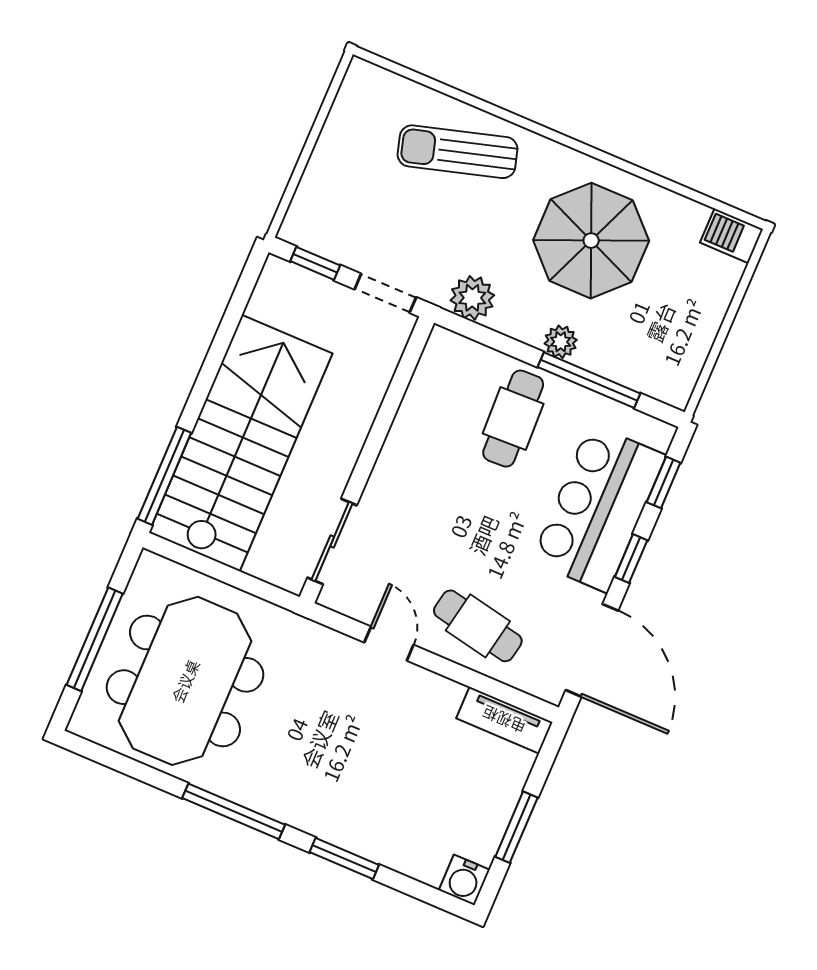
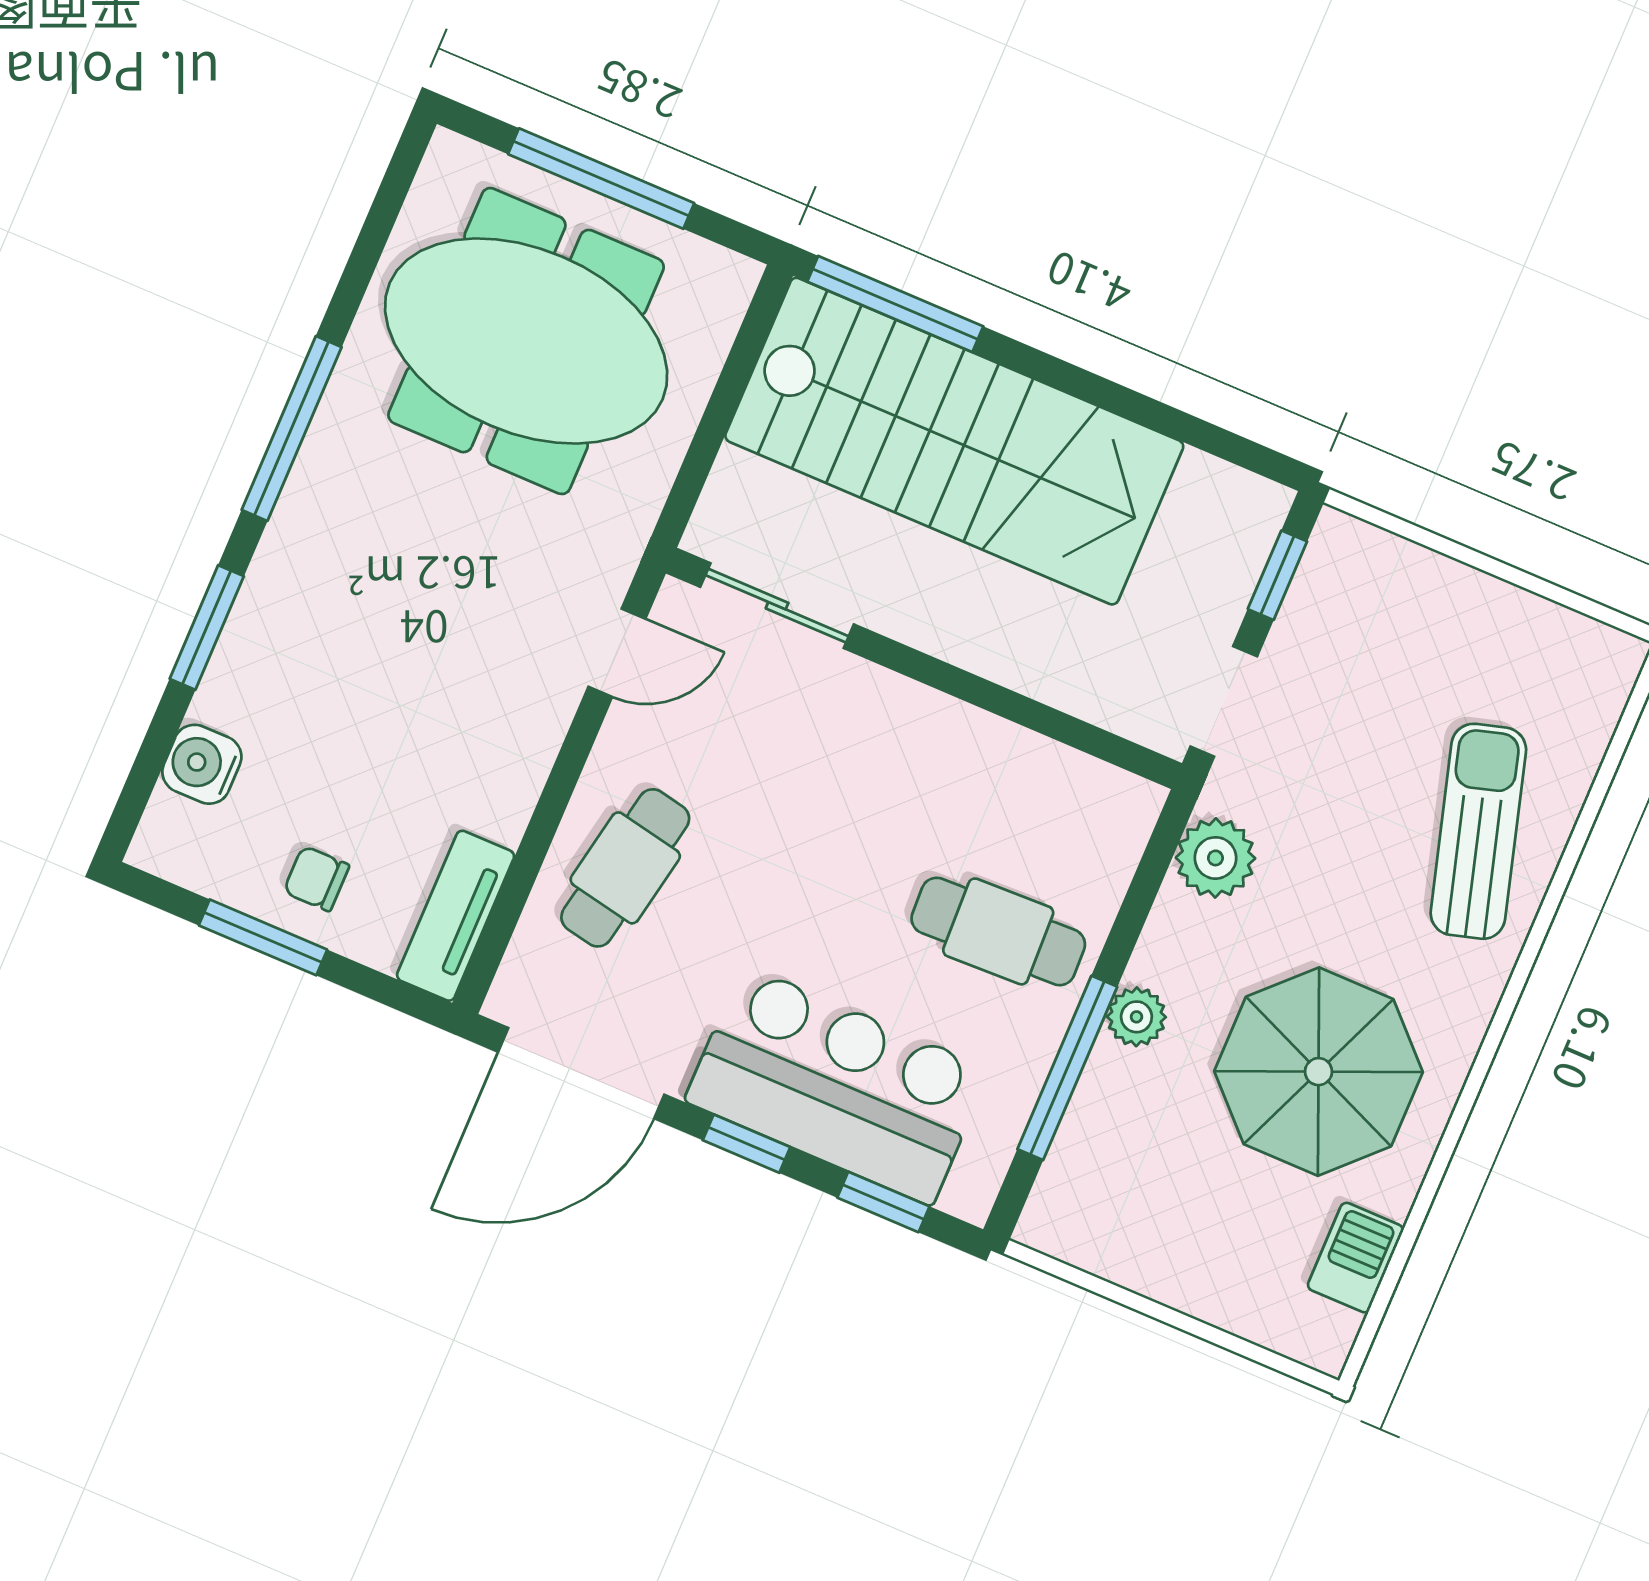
barbecue: (732, 236) -> (1355, 1258), moved
door: (389, 644) -> (617, 653), moved
chair: (484, 798) -> (316, 879), added
water cooler: (464, 880) -> (202, 764), moved

